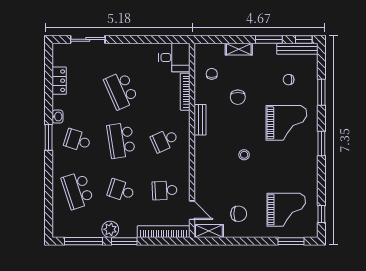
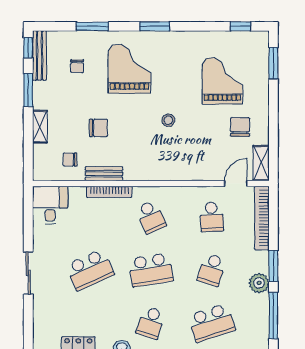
sliding door: (88, 39) -> (28, 273), moved
bookcase: (185, 92) -> (109, 192), moved
bench: (200, 120) -> (104, 174), moved
grand piano: (286, 210) -> (222, 81), moved

